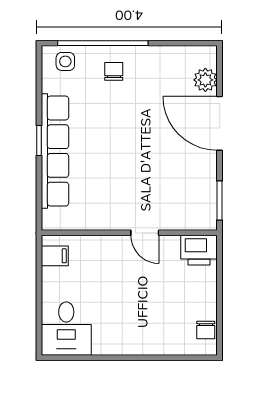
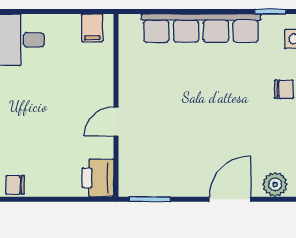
door: (220, 123) -> (230, 199), width x0.73
window: (39, 141) -> (270, 12), moved

